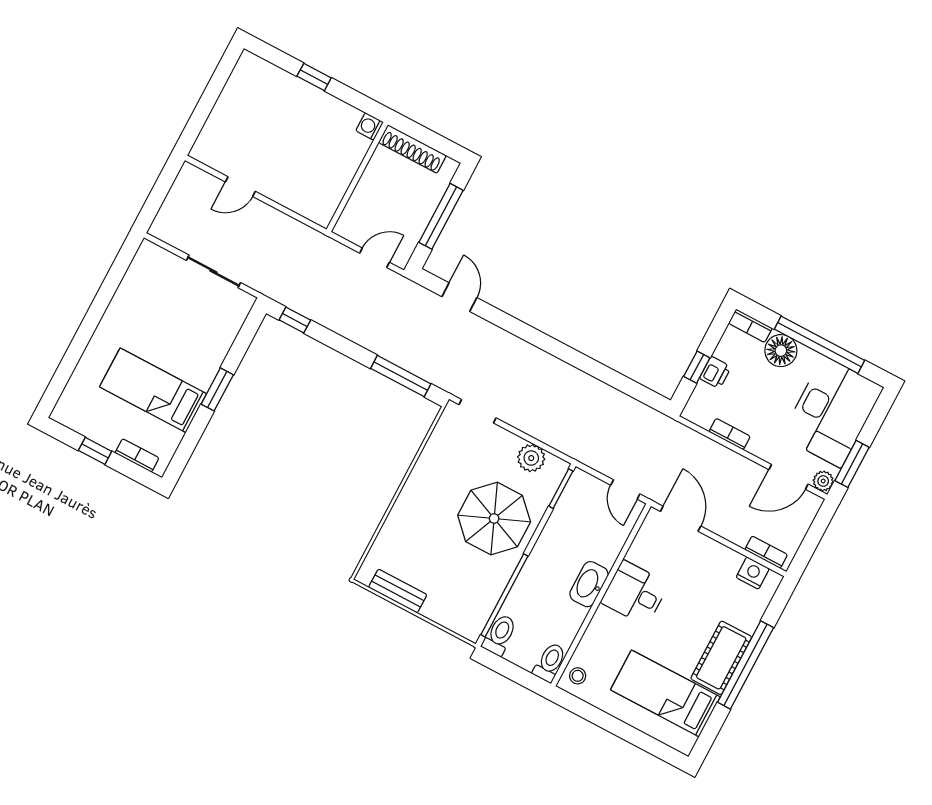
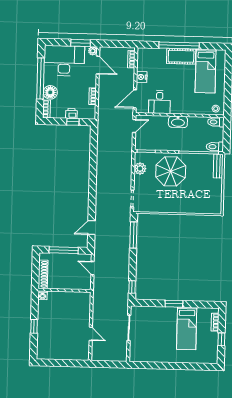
nightstand: (753, 573) -> (142, 77), moved
bench: (398, 591) -> (218, 166), moved
desk: (635, 593) -> (160, 102), moved

